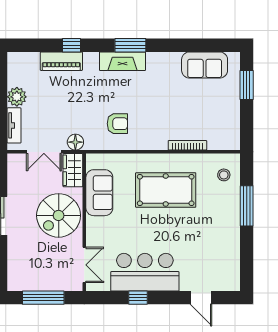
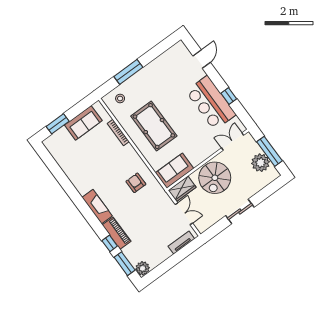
window: (130, 45) -> (125, 264), moved
piano: (61, 61) -> (117, 233), moved
sofa: (205, 65) -> (83, 123), moved, turned 90
plant: (17, 97) -> (143, 268), moved
floor lamp: (75, 142) -> (165, 199), removed
sofa: (99, 193) -> (175, 171), moved
spiral stairs: (59, 215) -> (215, 178), turned 90
plant: (38, 279) -> (261, 163), added

